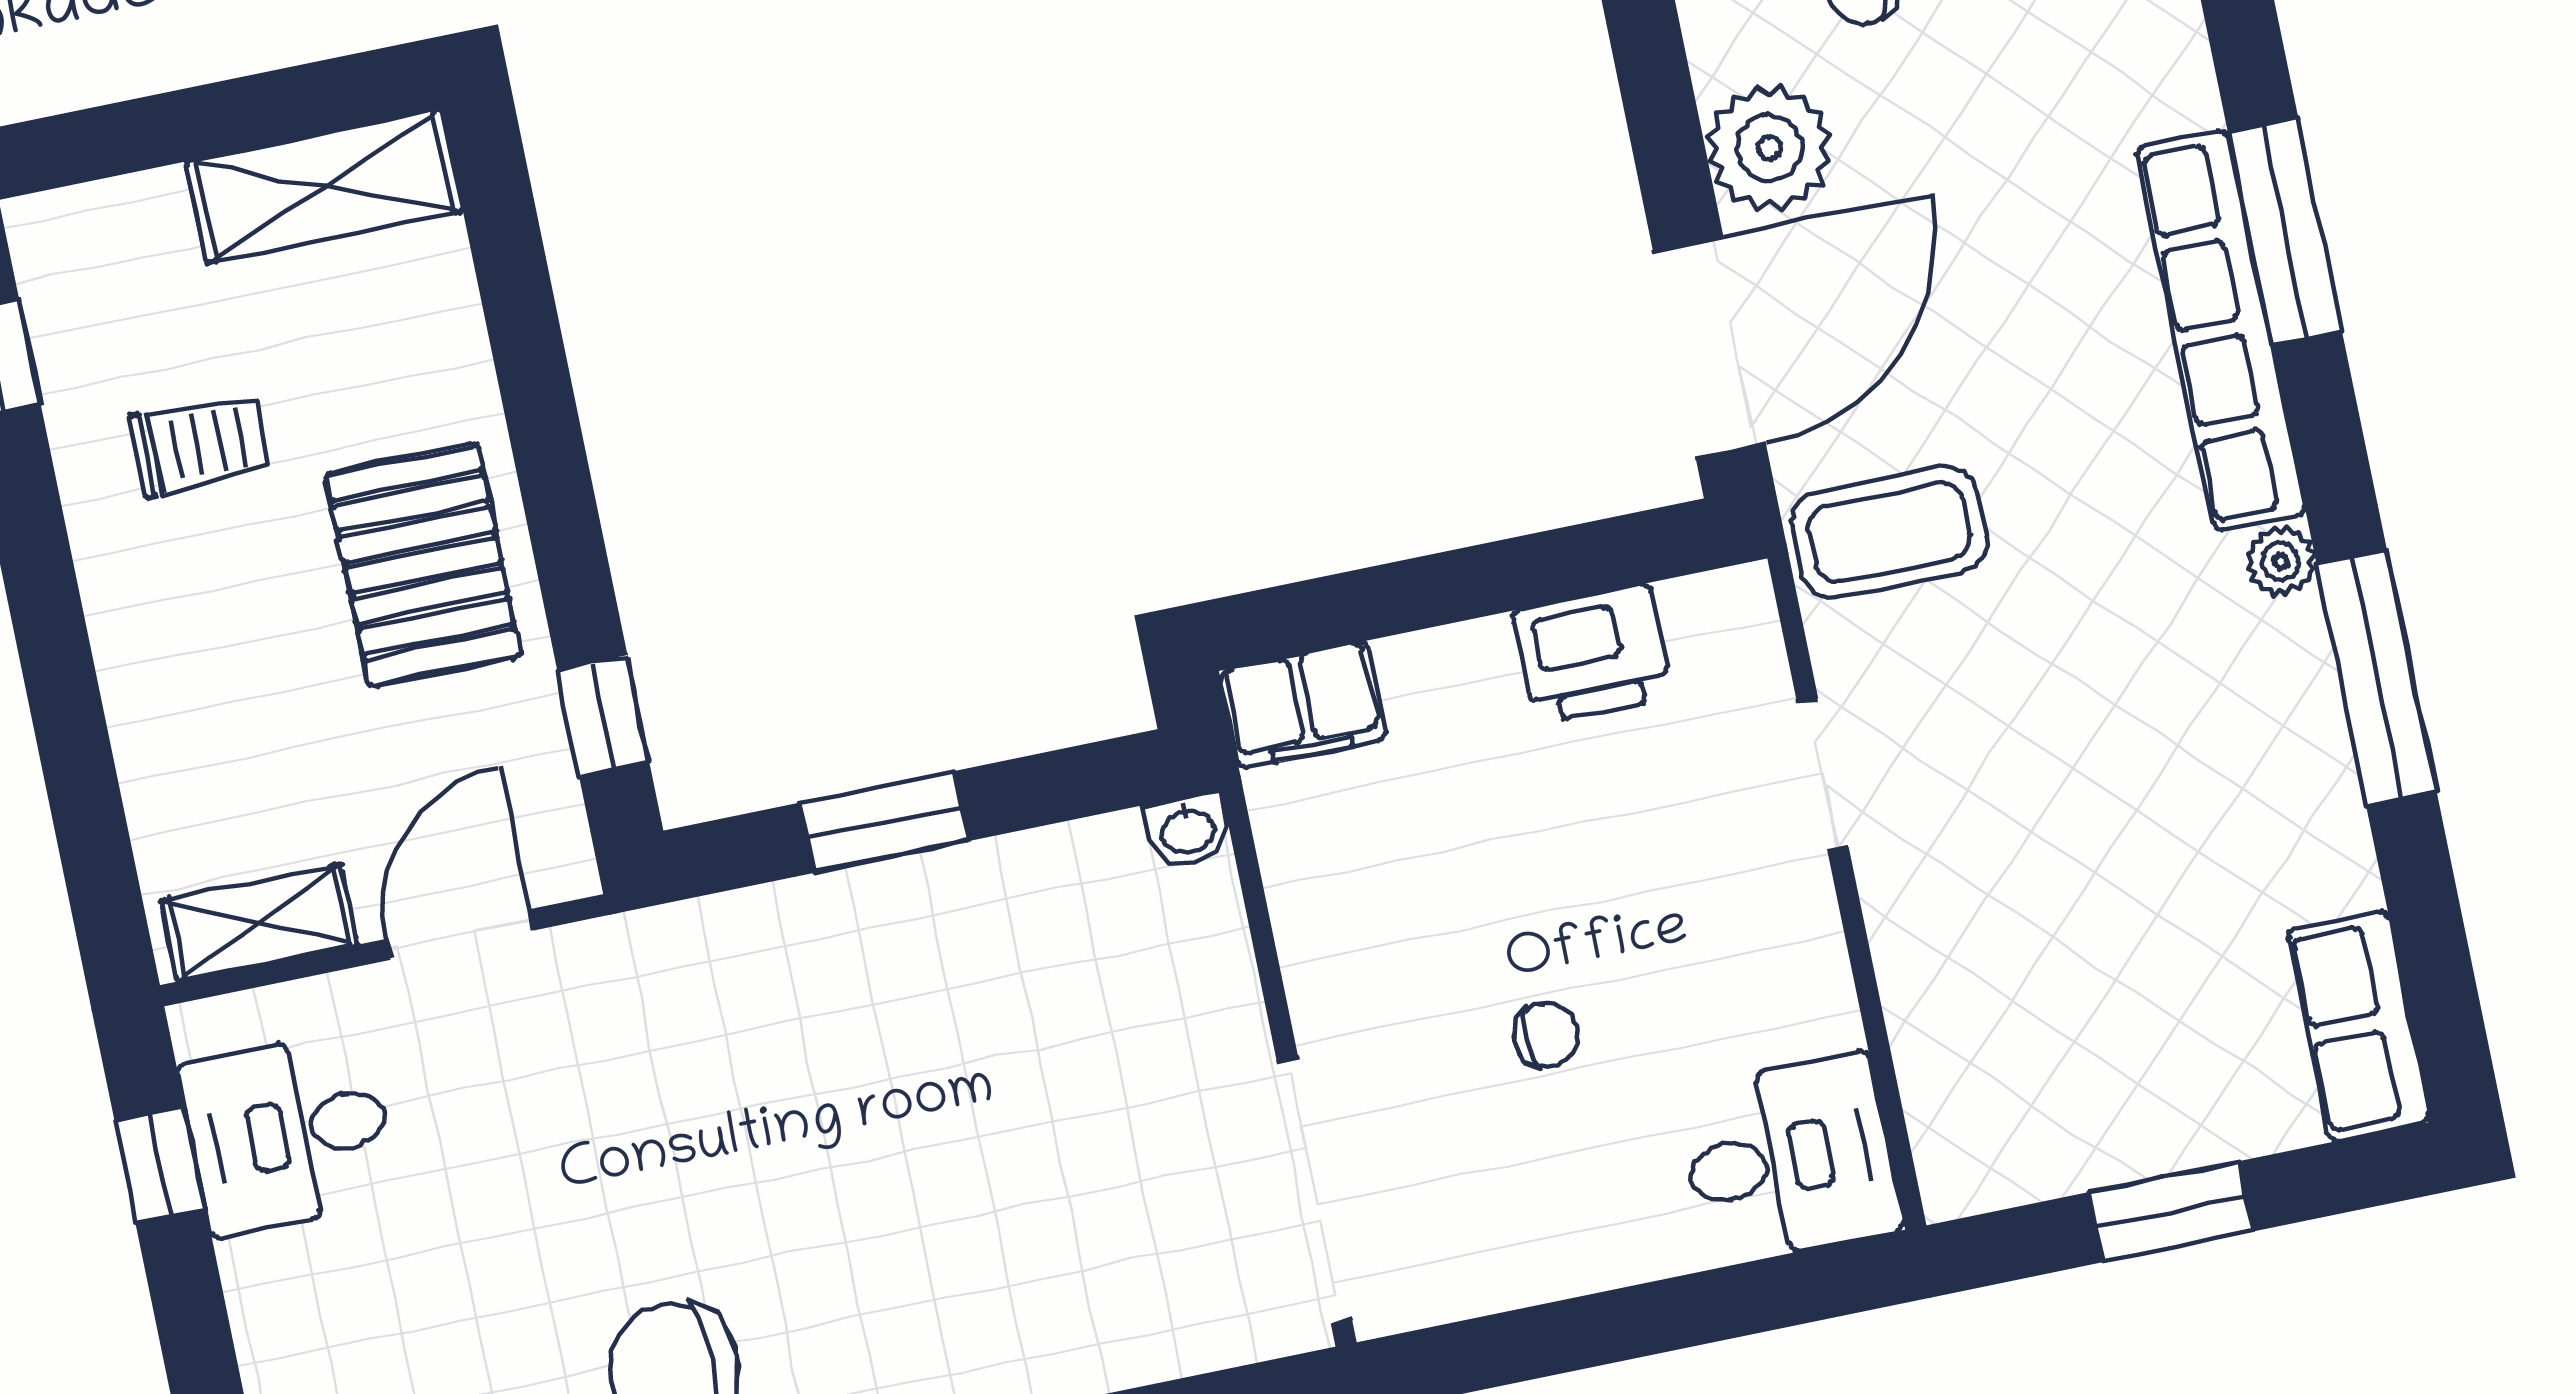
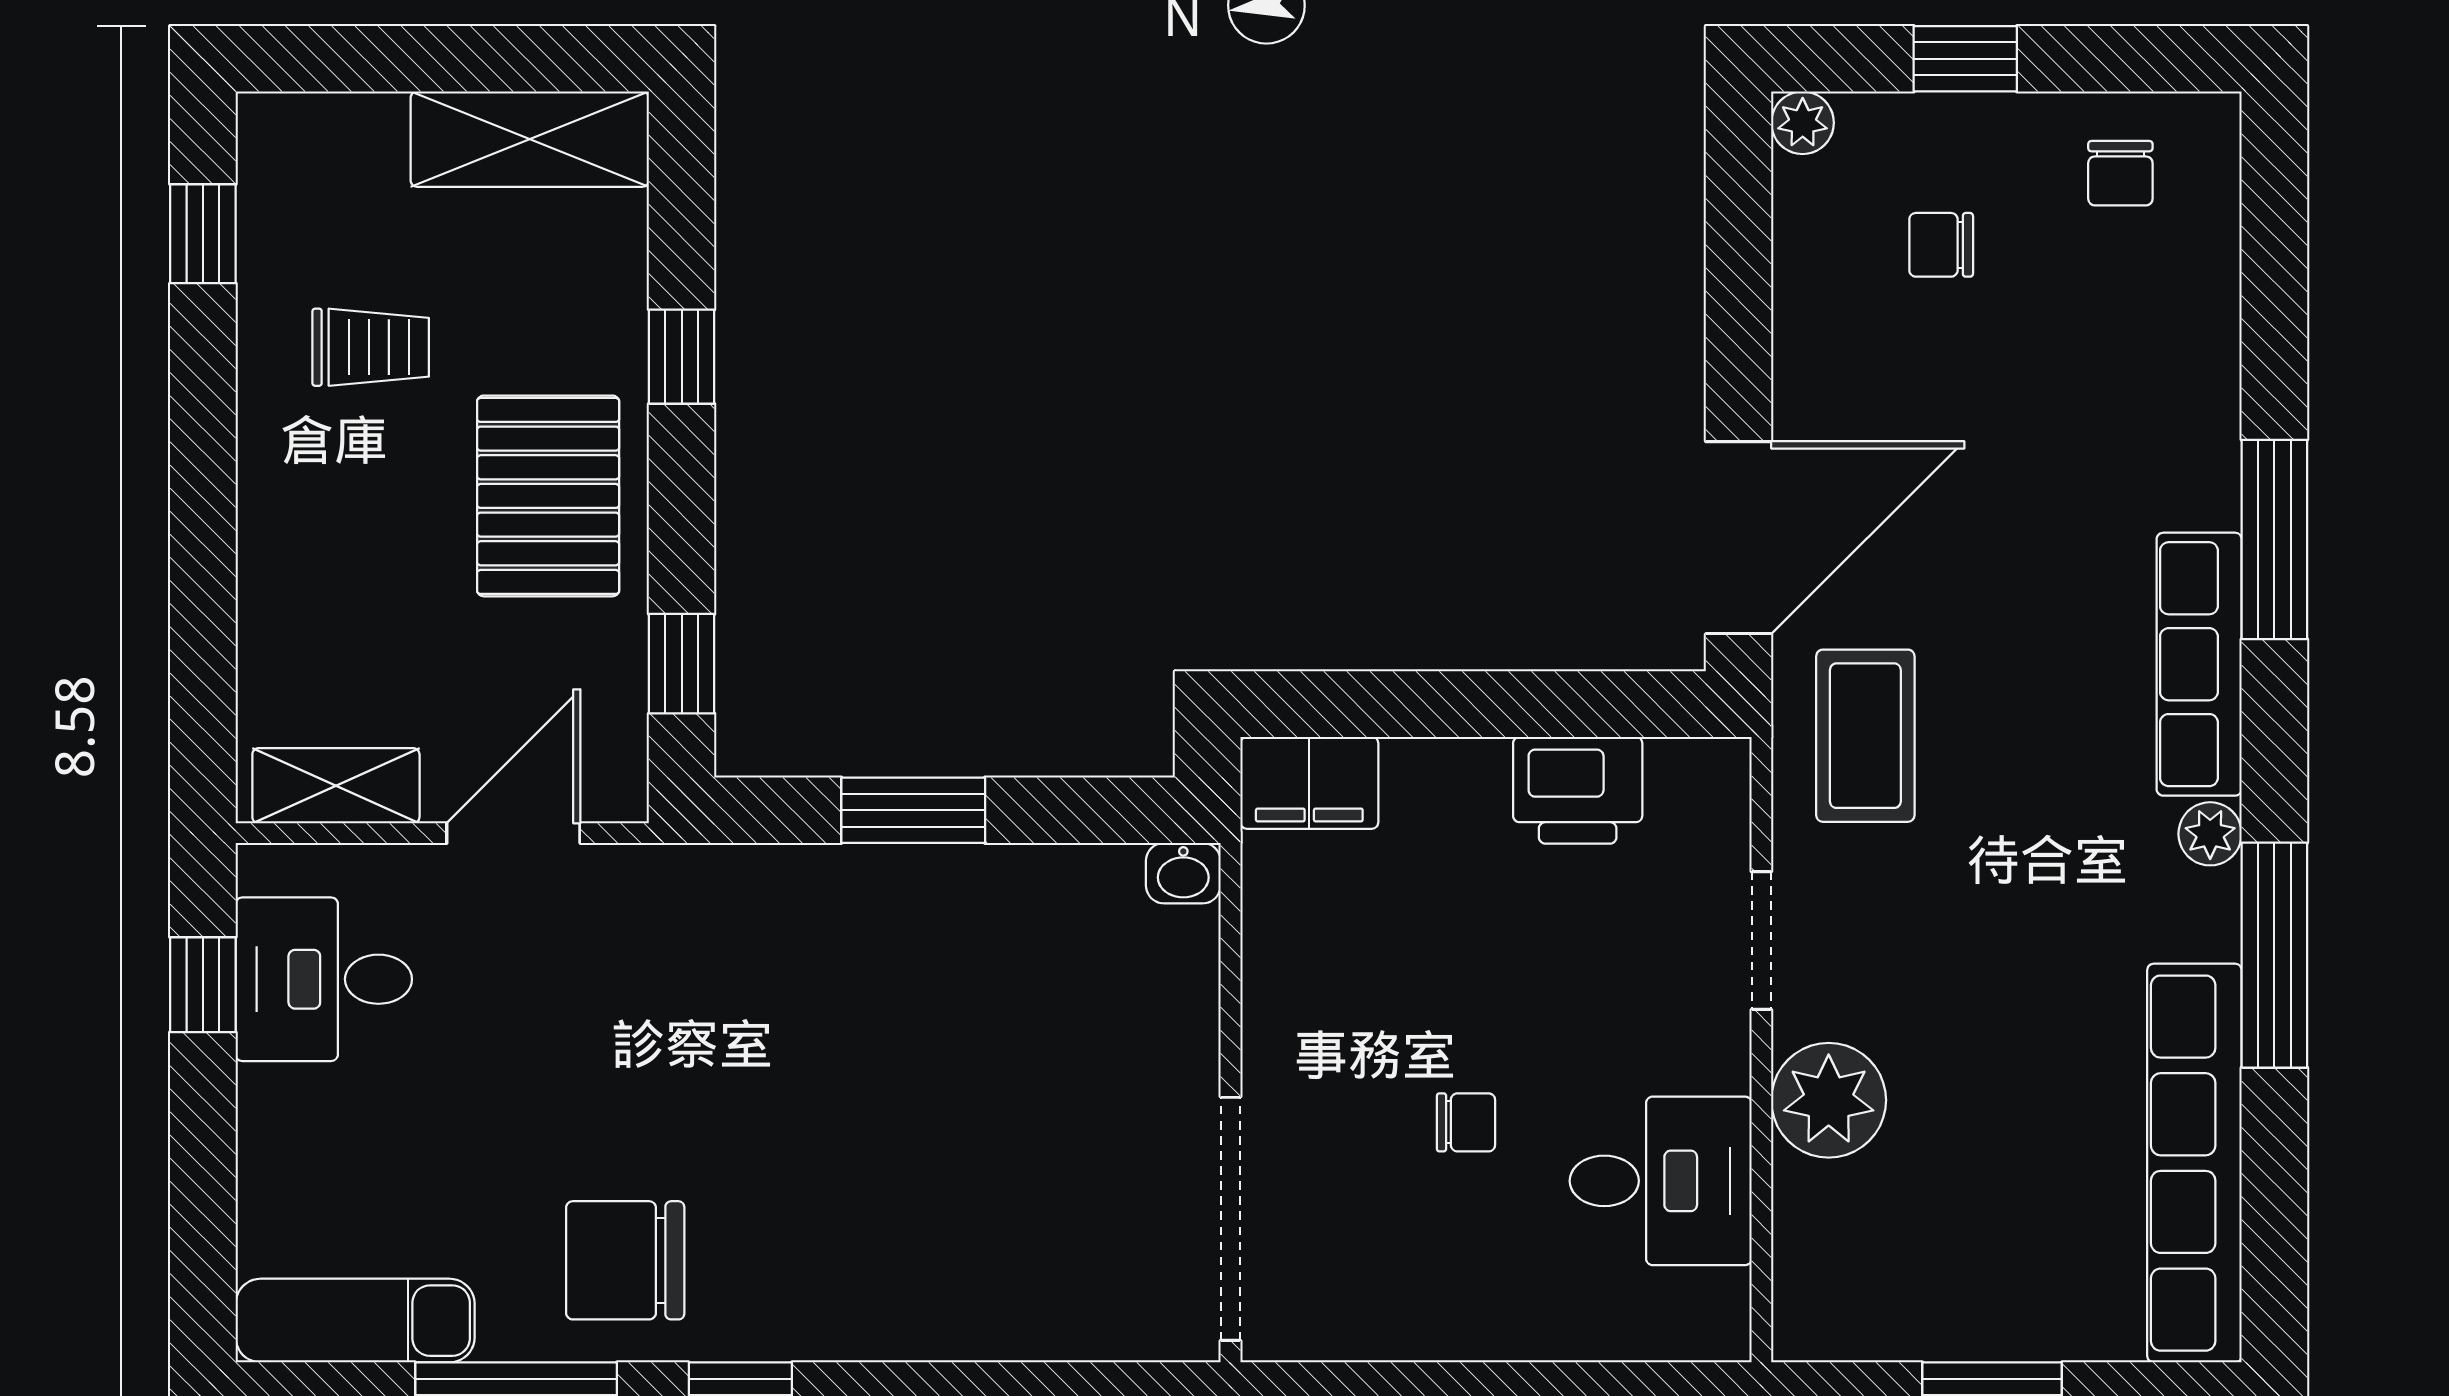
plant: (1769, 148) -> (1829, 1100), moved
row of seats: (2221, 330) -> (2199, 664), width x0.73
window: (536, 386) -> (682, 357), added
coffee table: (1889, 532) -> (1865, 736), turned 90
row of seats: (2359, 1026) -> (2194, 1163), width x2.02
desk: (1789, 1159) -> (1661, 1181), moved

